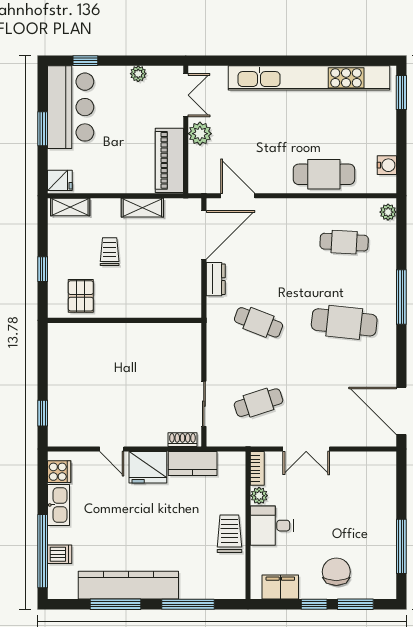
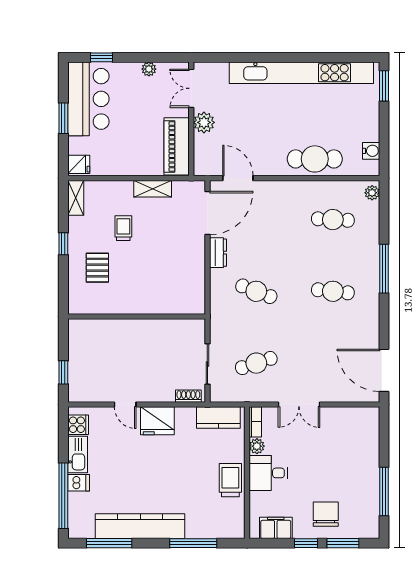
double door: (186, 95) -> (191, 88), swing flipped
shelving: (70, 207) -> (76, 198), moved, turned 90
wall: (125, 320) -> (137, 316), moved
cafe table: (344, 322) -> (333, 291), width x0.73, depth x0.74
kitchen counter: (193, 463) -> (218, 417), moved
dishwasher: (60, 554) -> (79, 483), moved
window: (115, 604) -> (109, 543), moved

